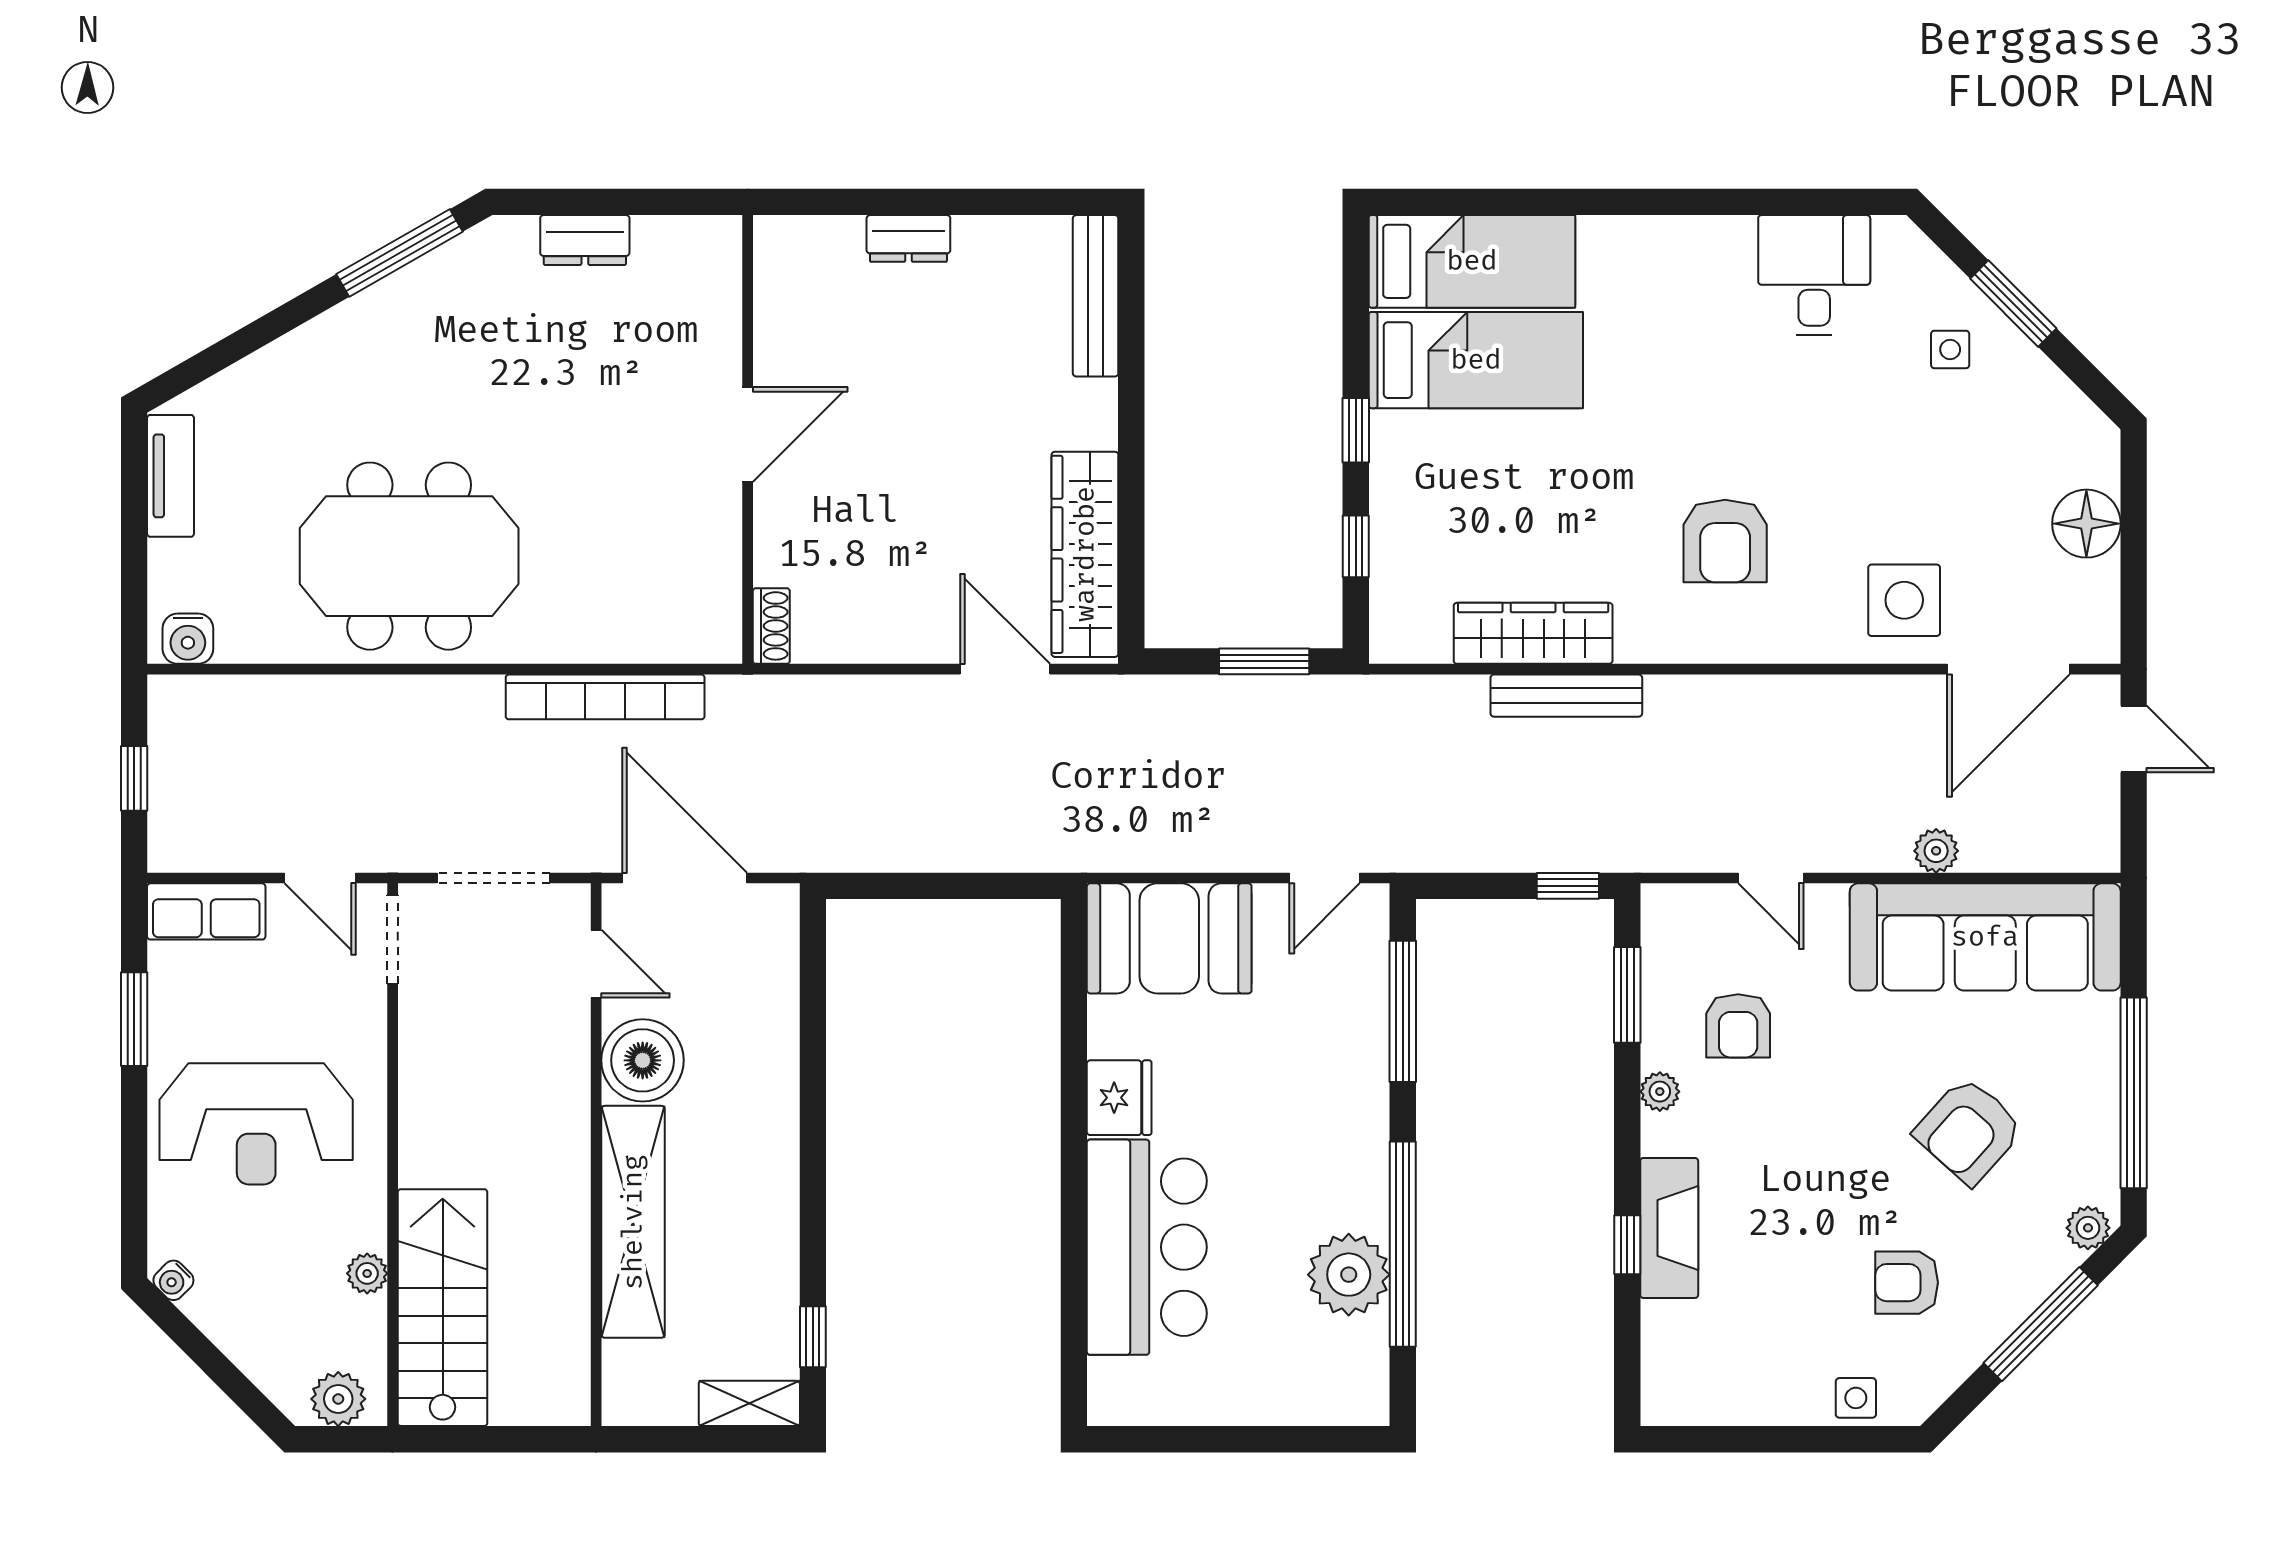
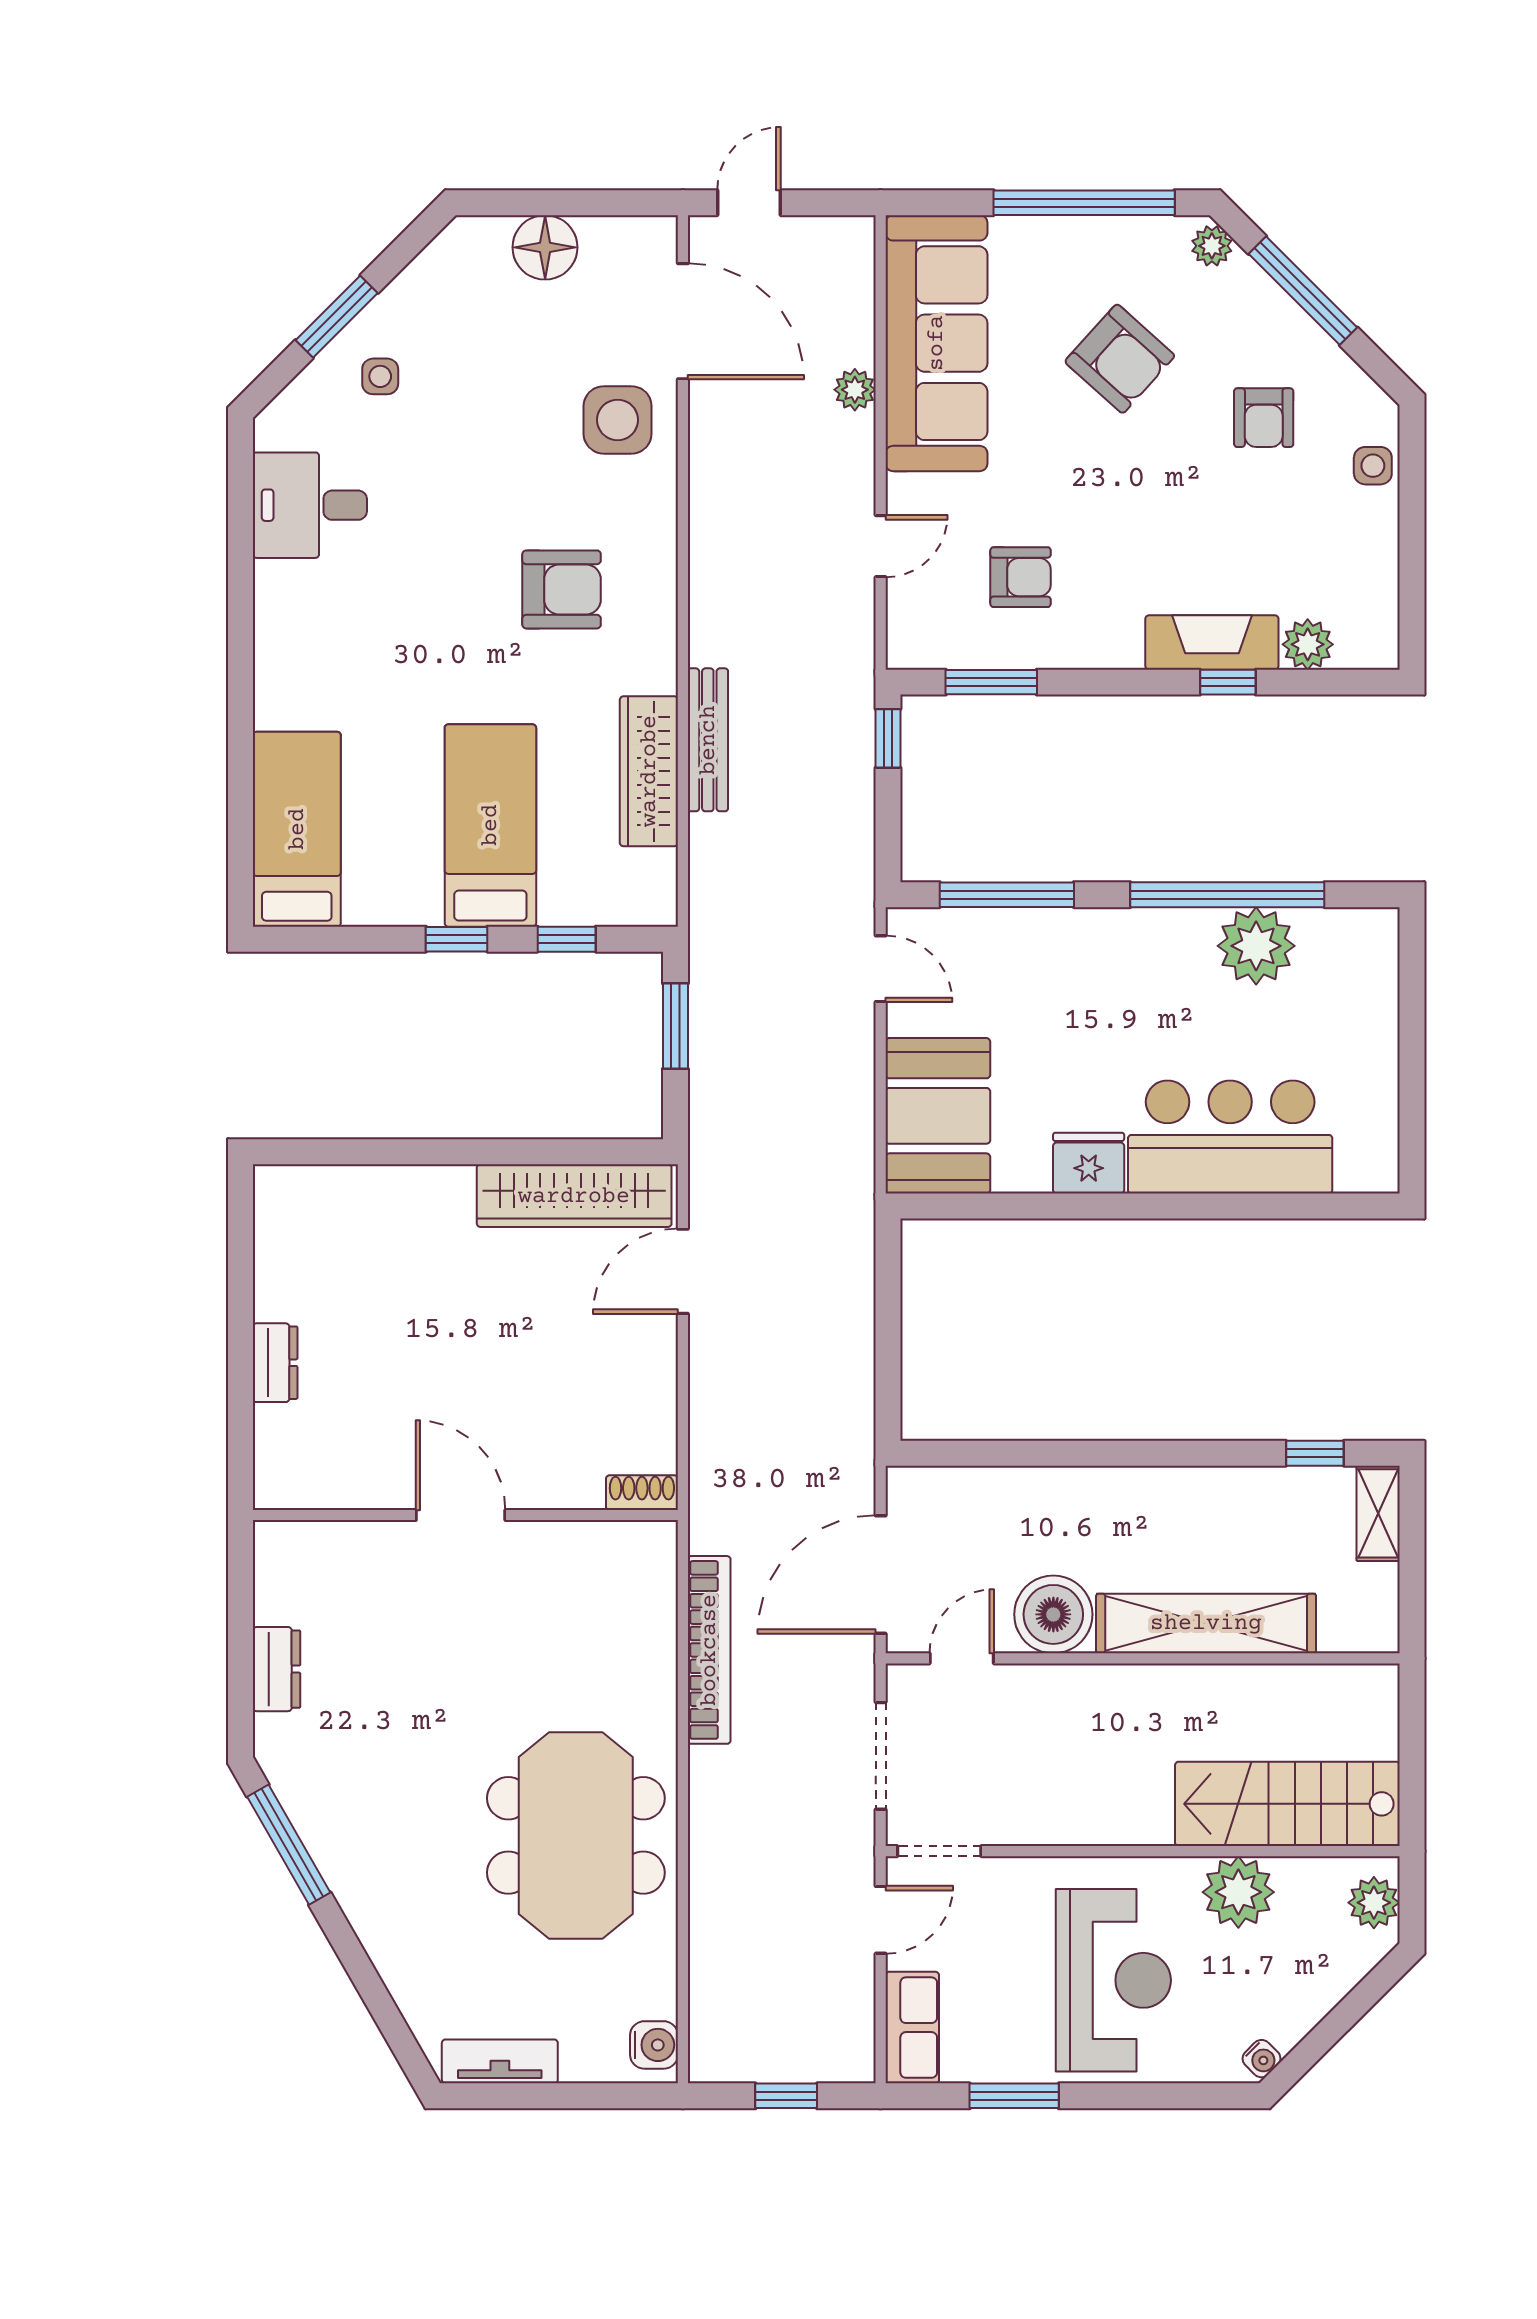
bench: (1096, 296) -> (329, 1186), removed
bed: (1476, 360) -> (490, 825), moved
plant: (1660, 1092) -> (1308, 644), moved, width x1.38, depth x1.38
plant: (367, 1273) -> (1238, 1892), width x1.87, depth x1.87

